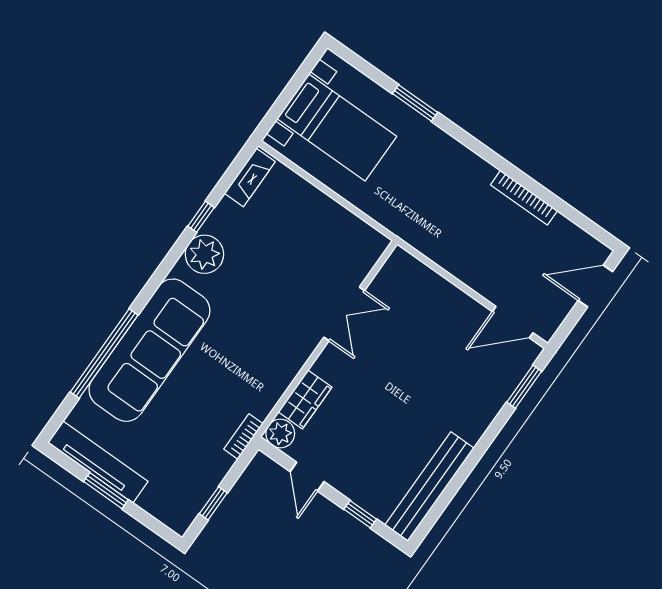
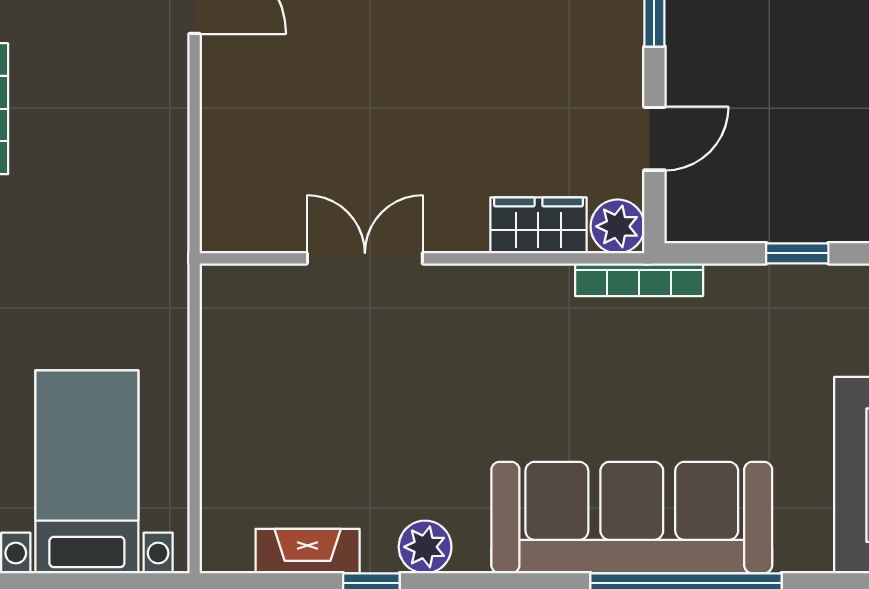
fireplace: (250, 177) -> (308, 551), moved
plant: (204, 254) -> (425, 547), width x0.73, depth x0.73
bookcase: (243, 436) -> (639, 280), width x1.56

